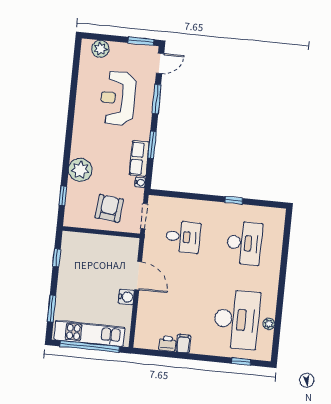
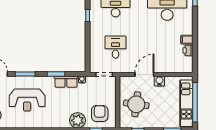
armchair: (109, 208) -> (100, 113), moved, turned 84
round table: (95, 259) -> (136, 104), added

